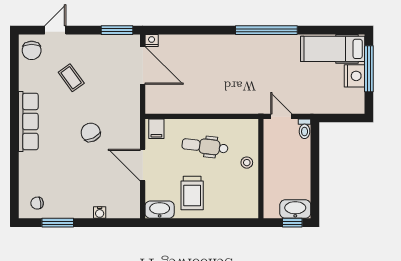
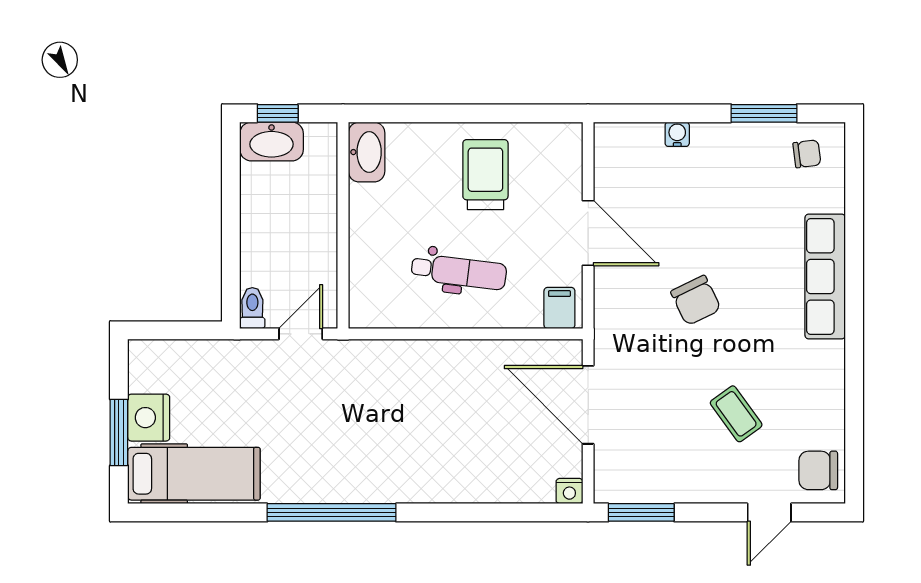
chair: (32, 50) -> (818, 470), turned -90
door: (143, 66) -> (588, 405), moved
window: (369, 69) -> (119, 432), width x0.69
door: (281, 116) -> (301, 334), swing flipped
row of seats: (28, 121) -> (825, 277), moved
stool: (247, 163) -> (372, 238), removed
washbasin: (160, 210) -> (367, 152), moved, turned -90

